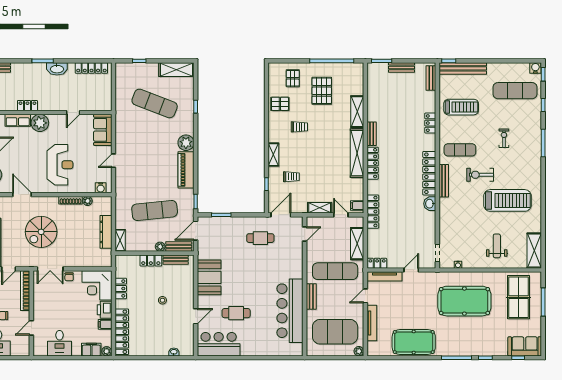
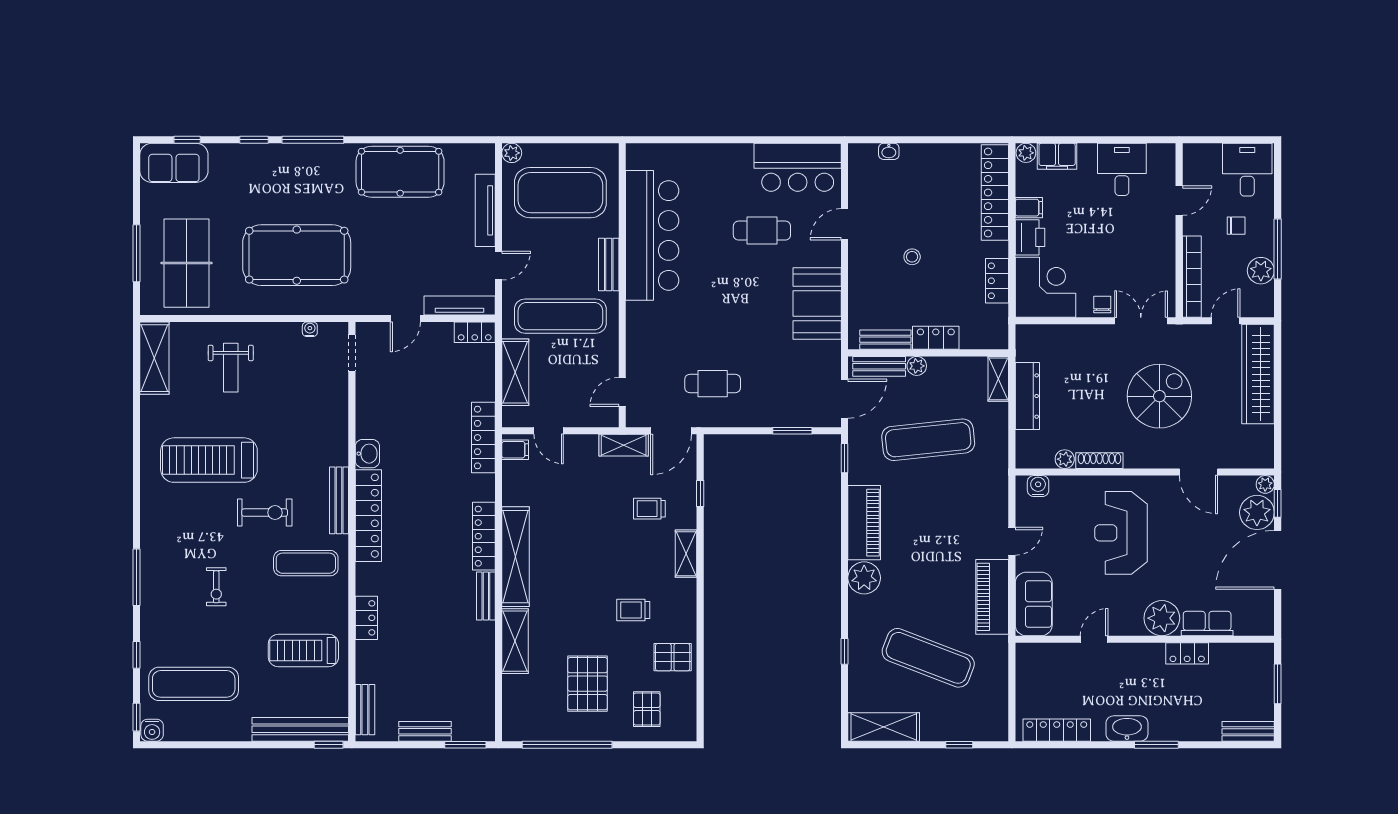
piano: (123, 133) -> (992, 597), added
shelving: (320, 208) -> (624, 445), moved

